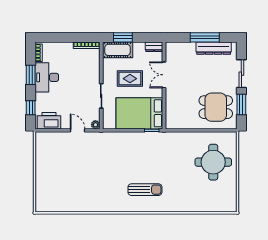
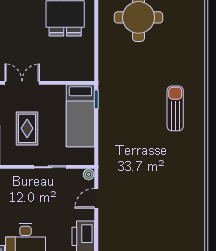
double door: (164, 75) -> (22, 83), swing flipped
bed: (139, 113) -> (80, 116), width x0.67

